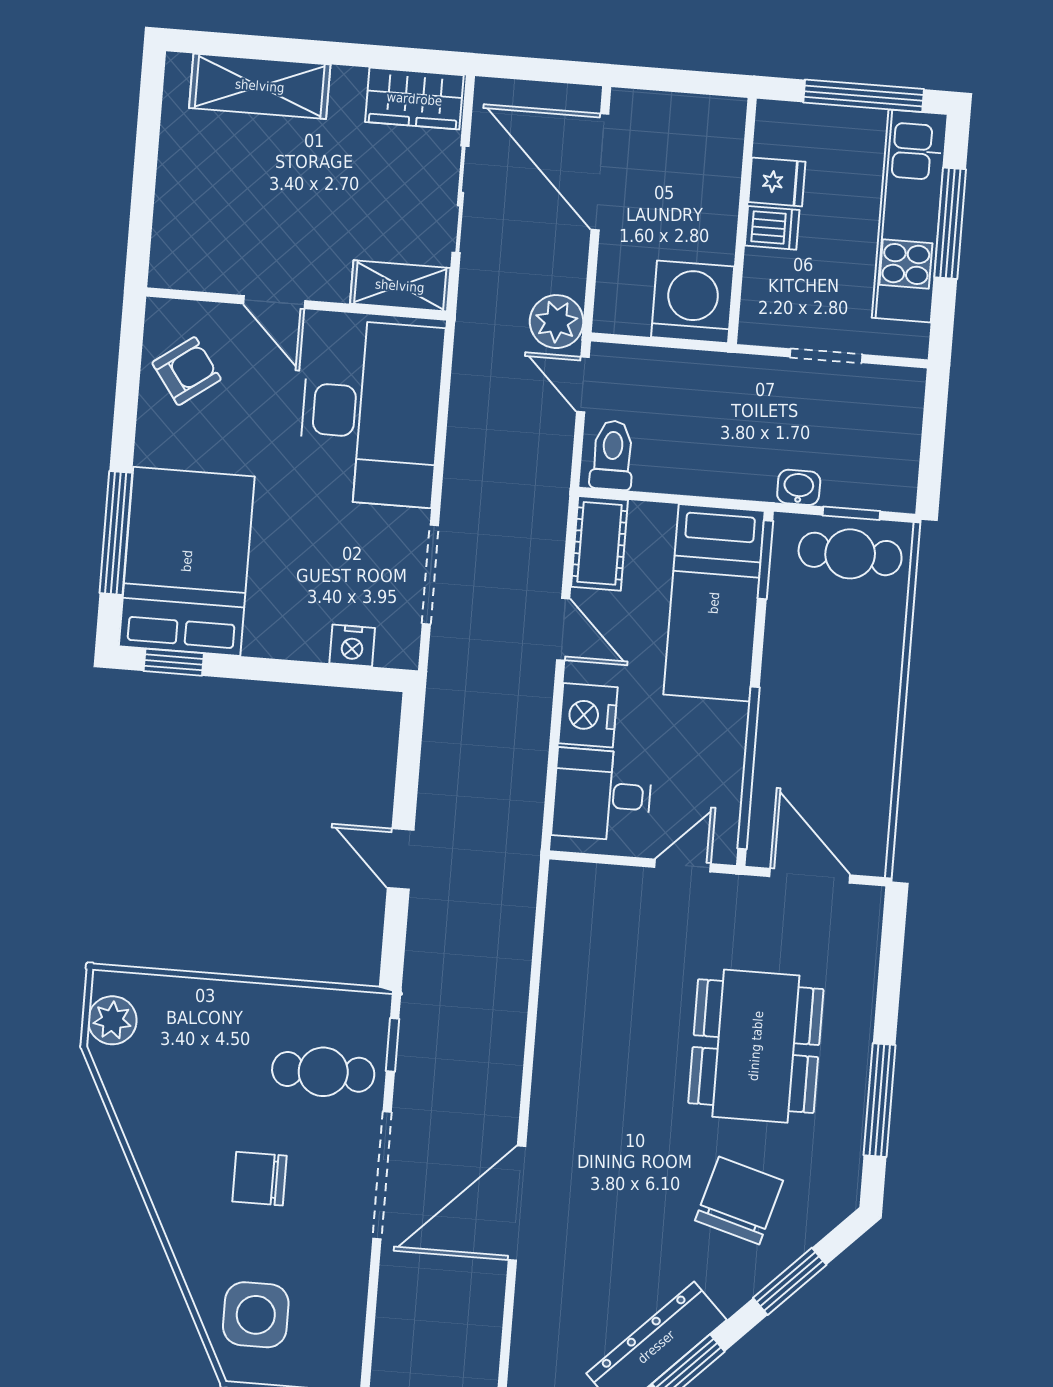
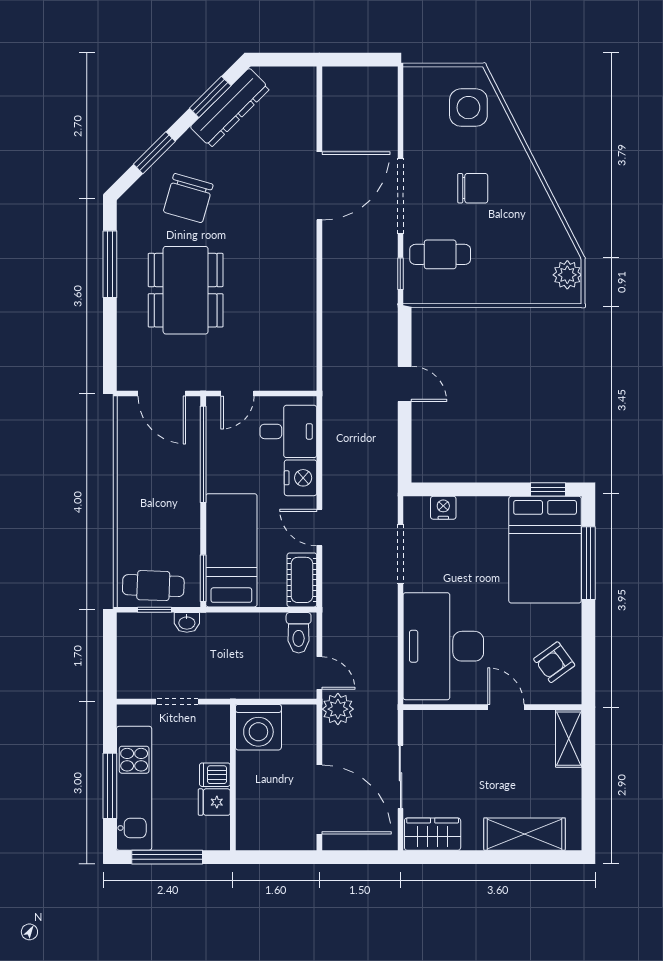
shelving: (400, 286) -> (569, 739), moved, turned 90

